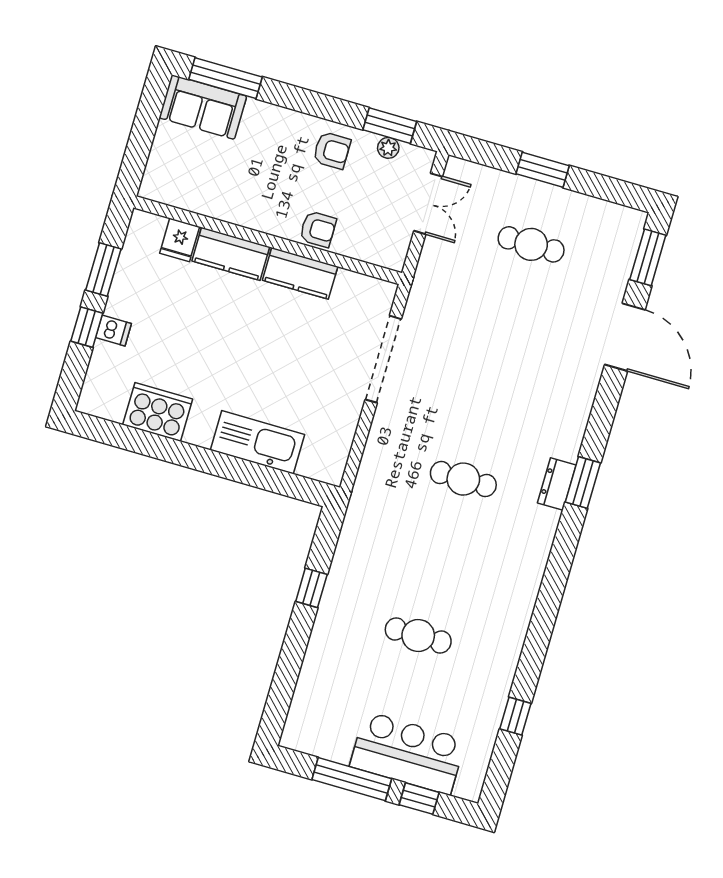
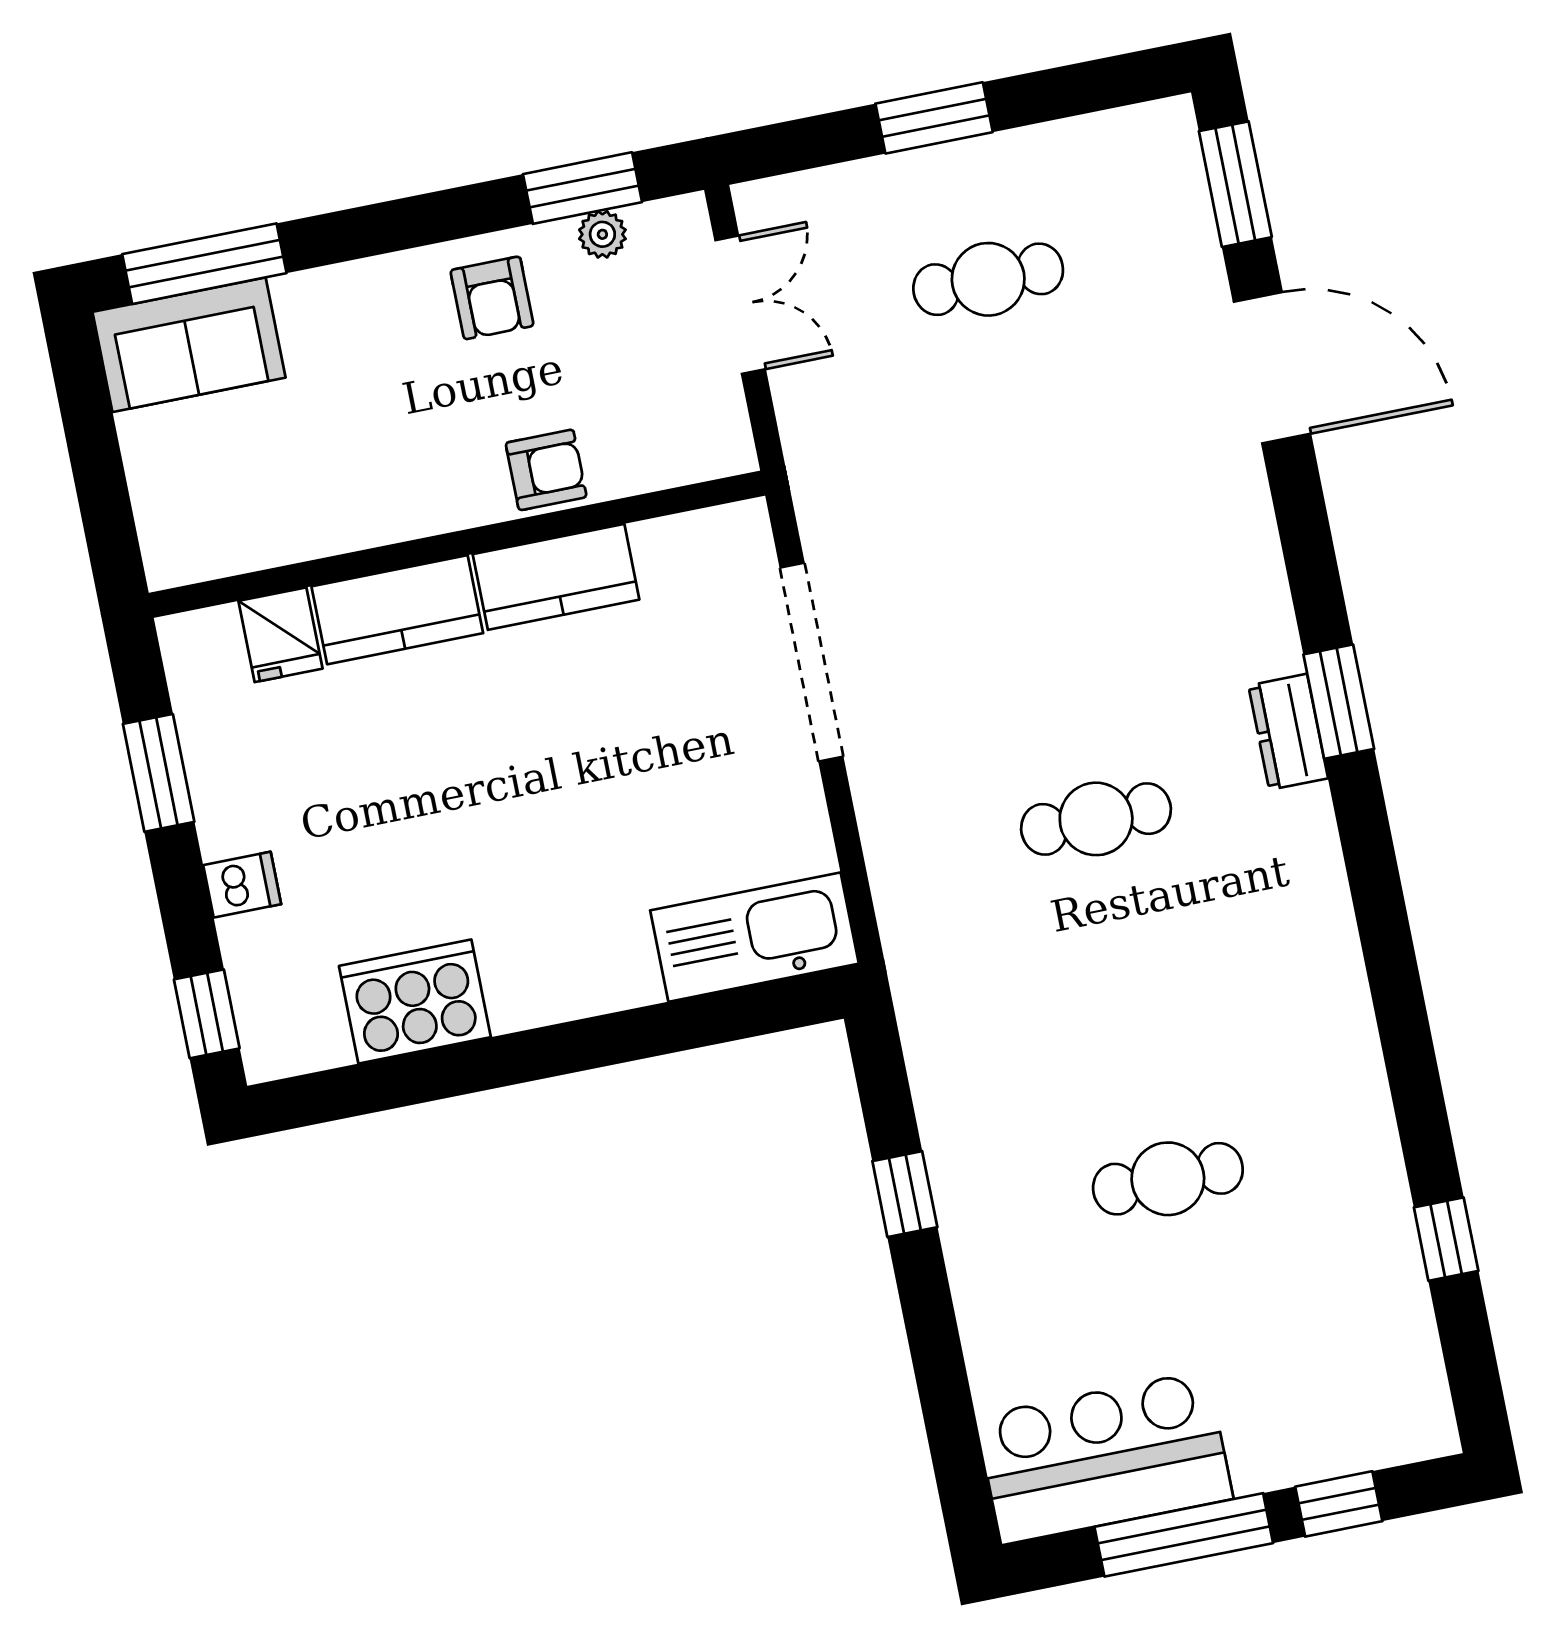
armchair: (332, 150) -> (492, 298), turned 90
window: (87, 327) -> (207, 1014), moved
kitchen sink: (258, 442) -> (754, 937), moved
bar counter: (408, 753) -> (1104, 1458), moved

